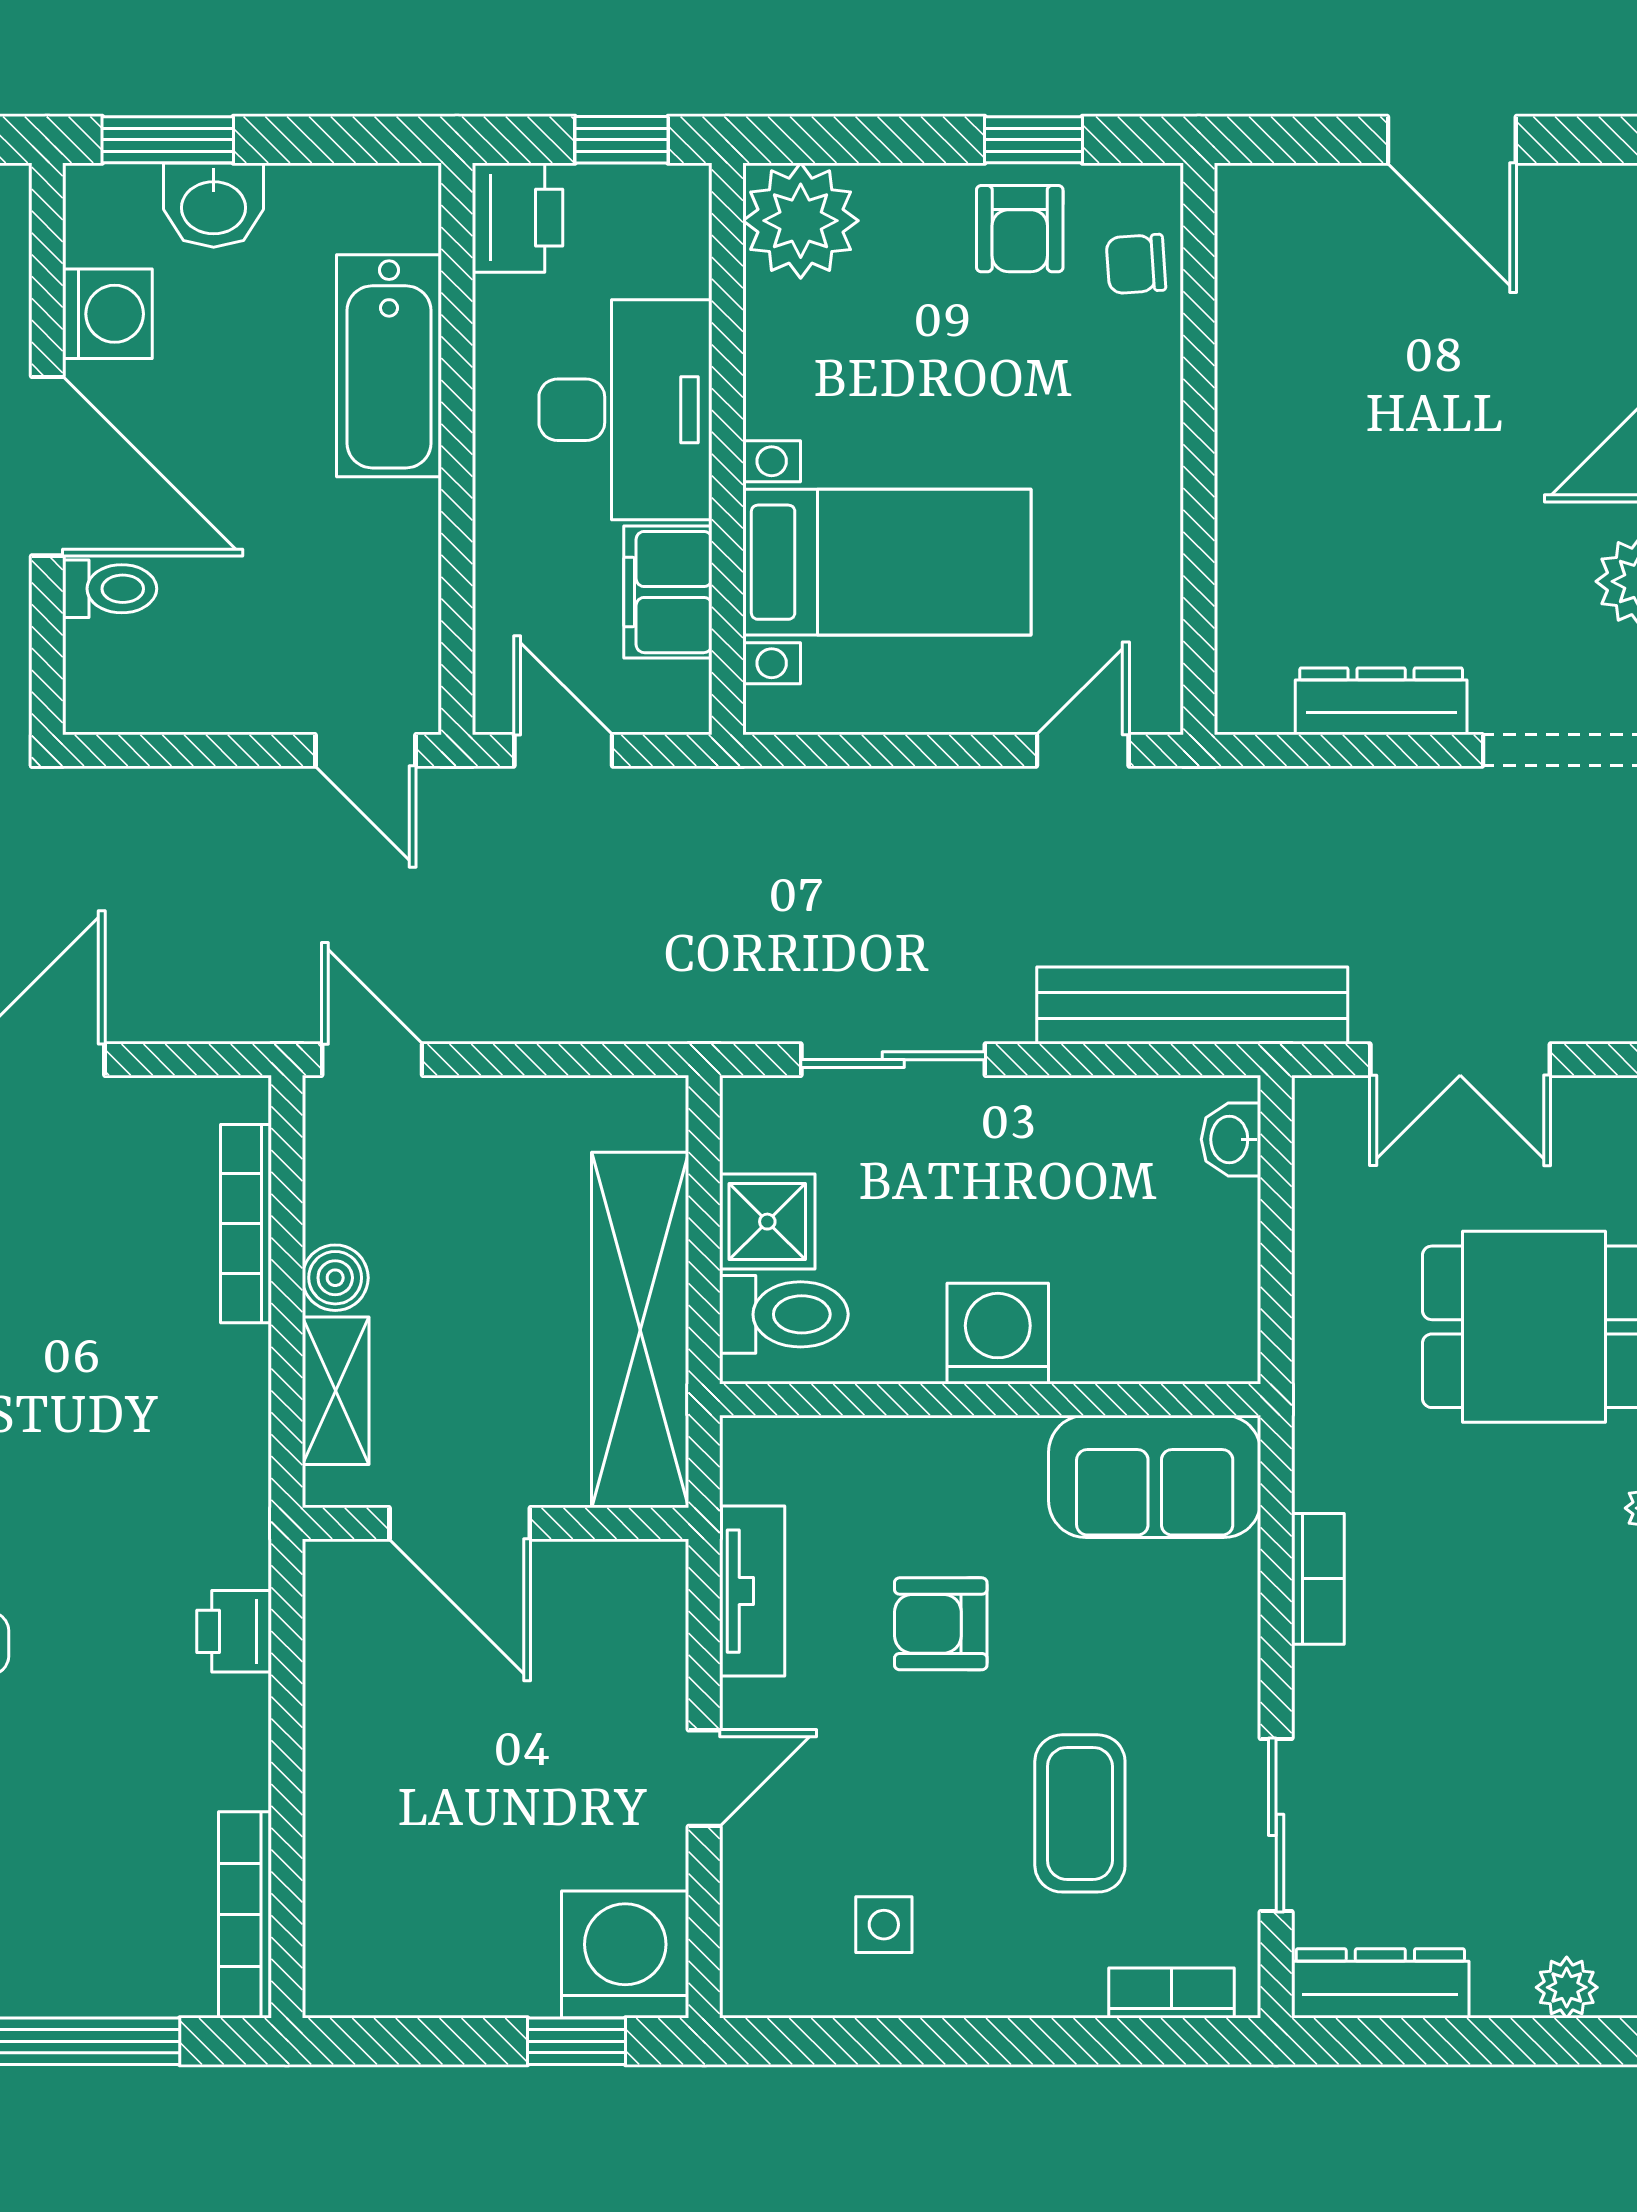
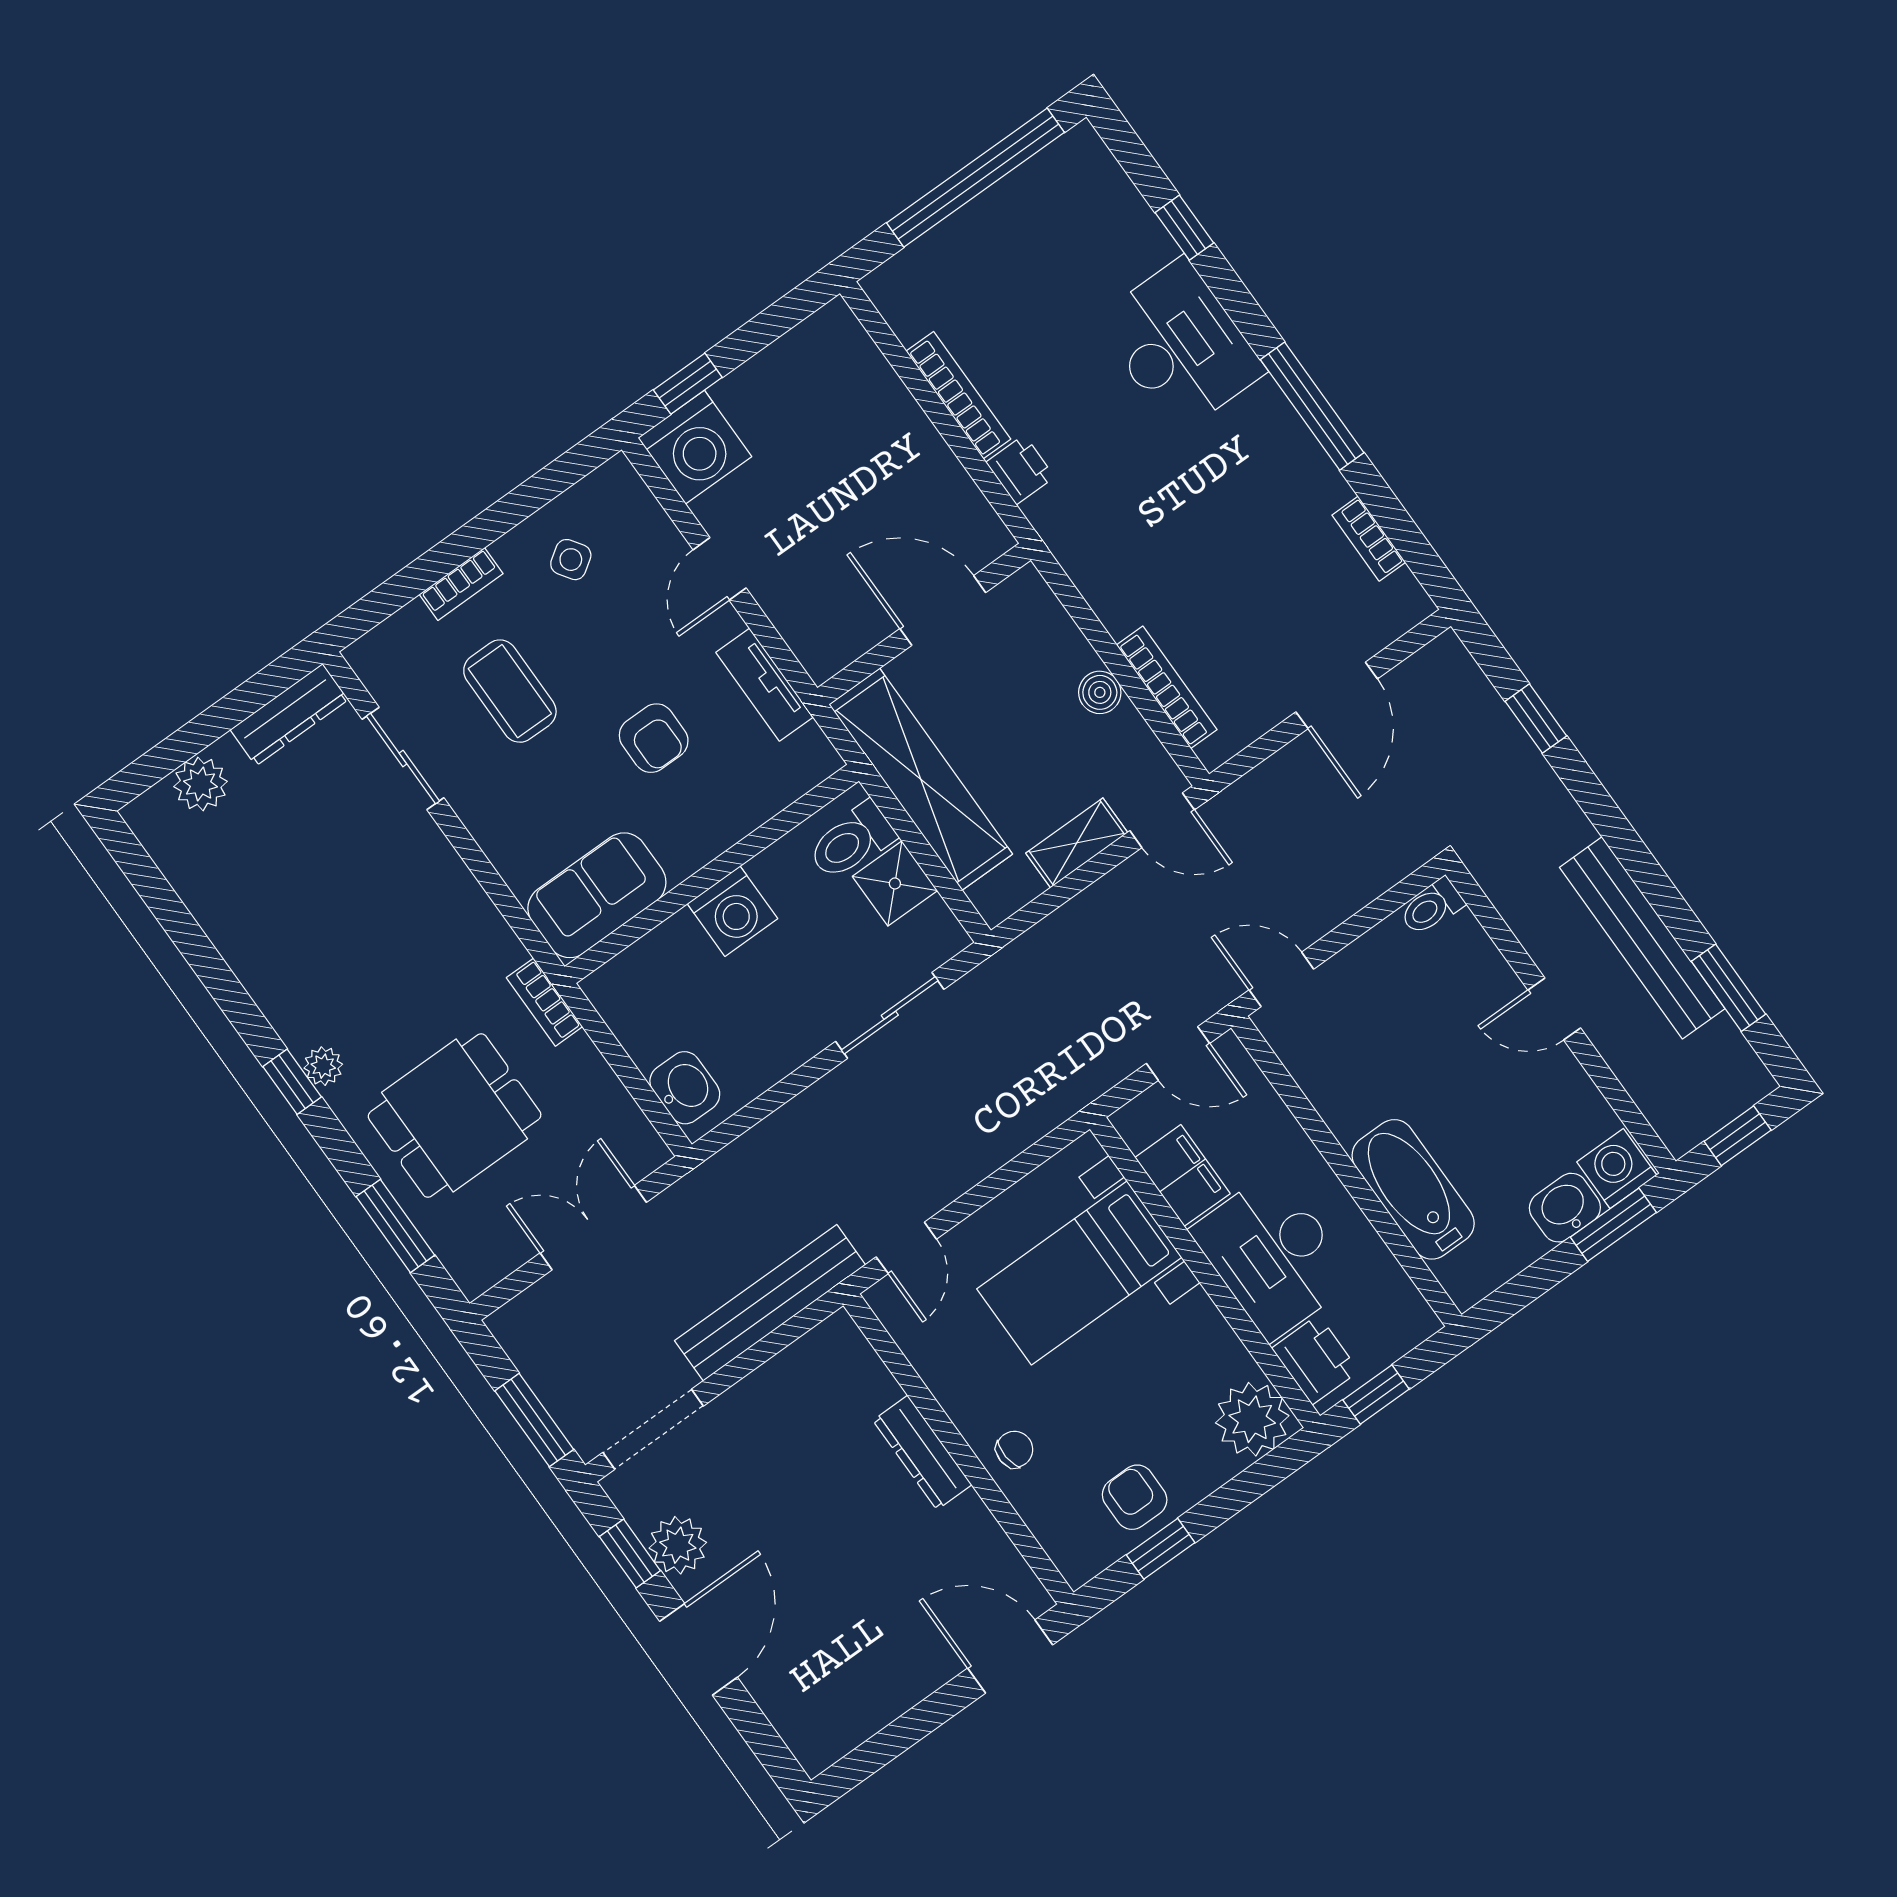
door: (1452, 140) -> (1010, 1657), moved
printer: (517, 218) -> (1315, 1360), moved, turned 180
chair: (1136, 264) -> (1014, 1449), moved
washing machine: (107, 314) -> (1617, 1169), moved, turned 90
door: (47, 466) -> (1554, 1009), width x0.53
toilet: (110, 589) -> (1432, 907), moved
dresser: (1381, 701) -> (922, 1453), moved, turned 90
bench: (1192, 1005) -> (770, 1303), moved
washbasin: (1231, 1139) -> (685, 1088), width x1.38, depth x1.45
shelving: (336, 1391) -> (1077, 843), moved, turned 90
bookcase: (1318, 1579) -> (544, 1002), moved
armchair: (941, 1624) -> (654, 738), turned 90
bookcase: (245, 1915) -> (958, 395), moved
side table: (884, 1925) -> (571, 560), turned -34
plant: (1567, 1987) -> (201, 784), width x1.38, depth x1.38
bookcase: (1171, 1993) -> (461, 584), moved

